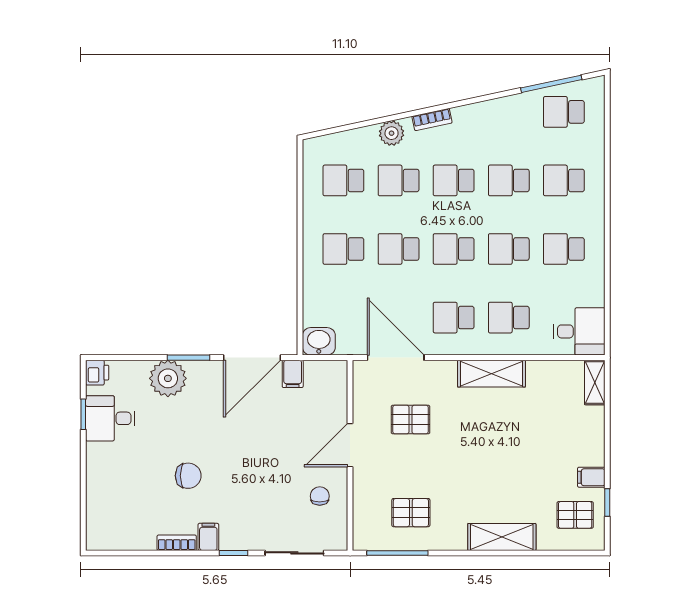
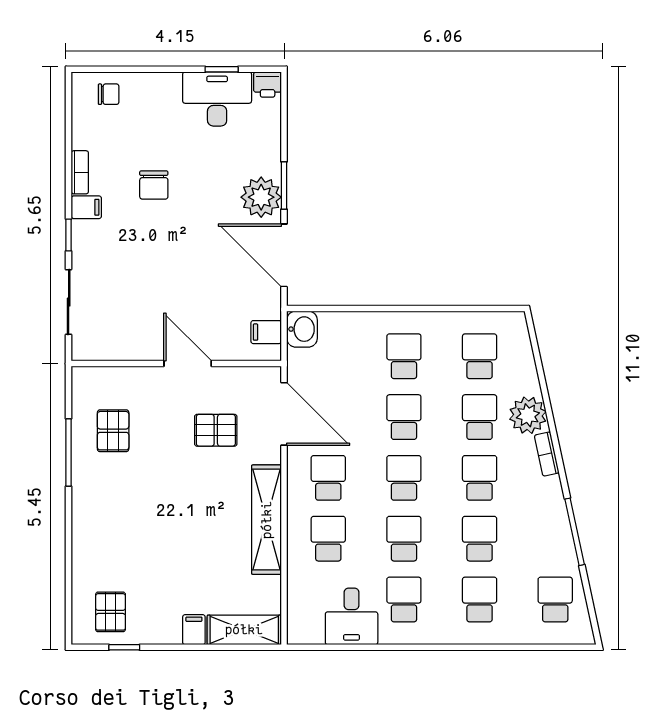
window: (551, 84) -> (575, 532), moved
plant: (392, 133) -> (528, 415), width x1.36, depth x1.36
desk: (579, 331) -> (352, 616), moved
door: (396, 358) -> (284, 414), hinge flipped
filing cabinet: (293, 374) -> (266, 332), moved
shelving: (491, 374) -> (267, 520), width x1.47
plant: (168, 378) -> (261, 197), moved
shelving: (595, 382) -> (244, 630), width x1.50, depth x1.33
desk: (110, 418) -> (217, 99), width x1.37
pallet: (410, 420) -> (216, 430), turned 90
filing cabinet: (591, 477) -> (194, 630), moved
chair: (320, 496) -> (109, 94), moved
shelving: (502, 537) -> (86, 531), removed
window: (397, 553) -> (69, 452), moved

